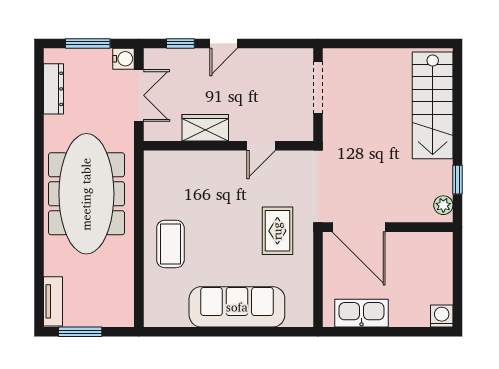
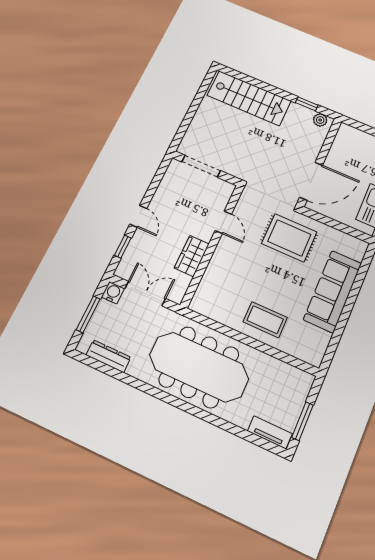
rug: (277, 231) -> (289, 238), width x1.36, depth x1.43

